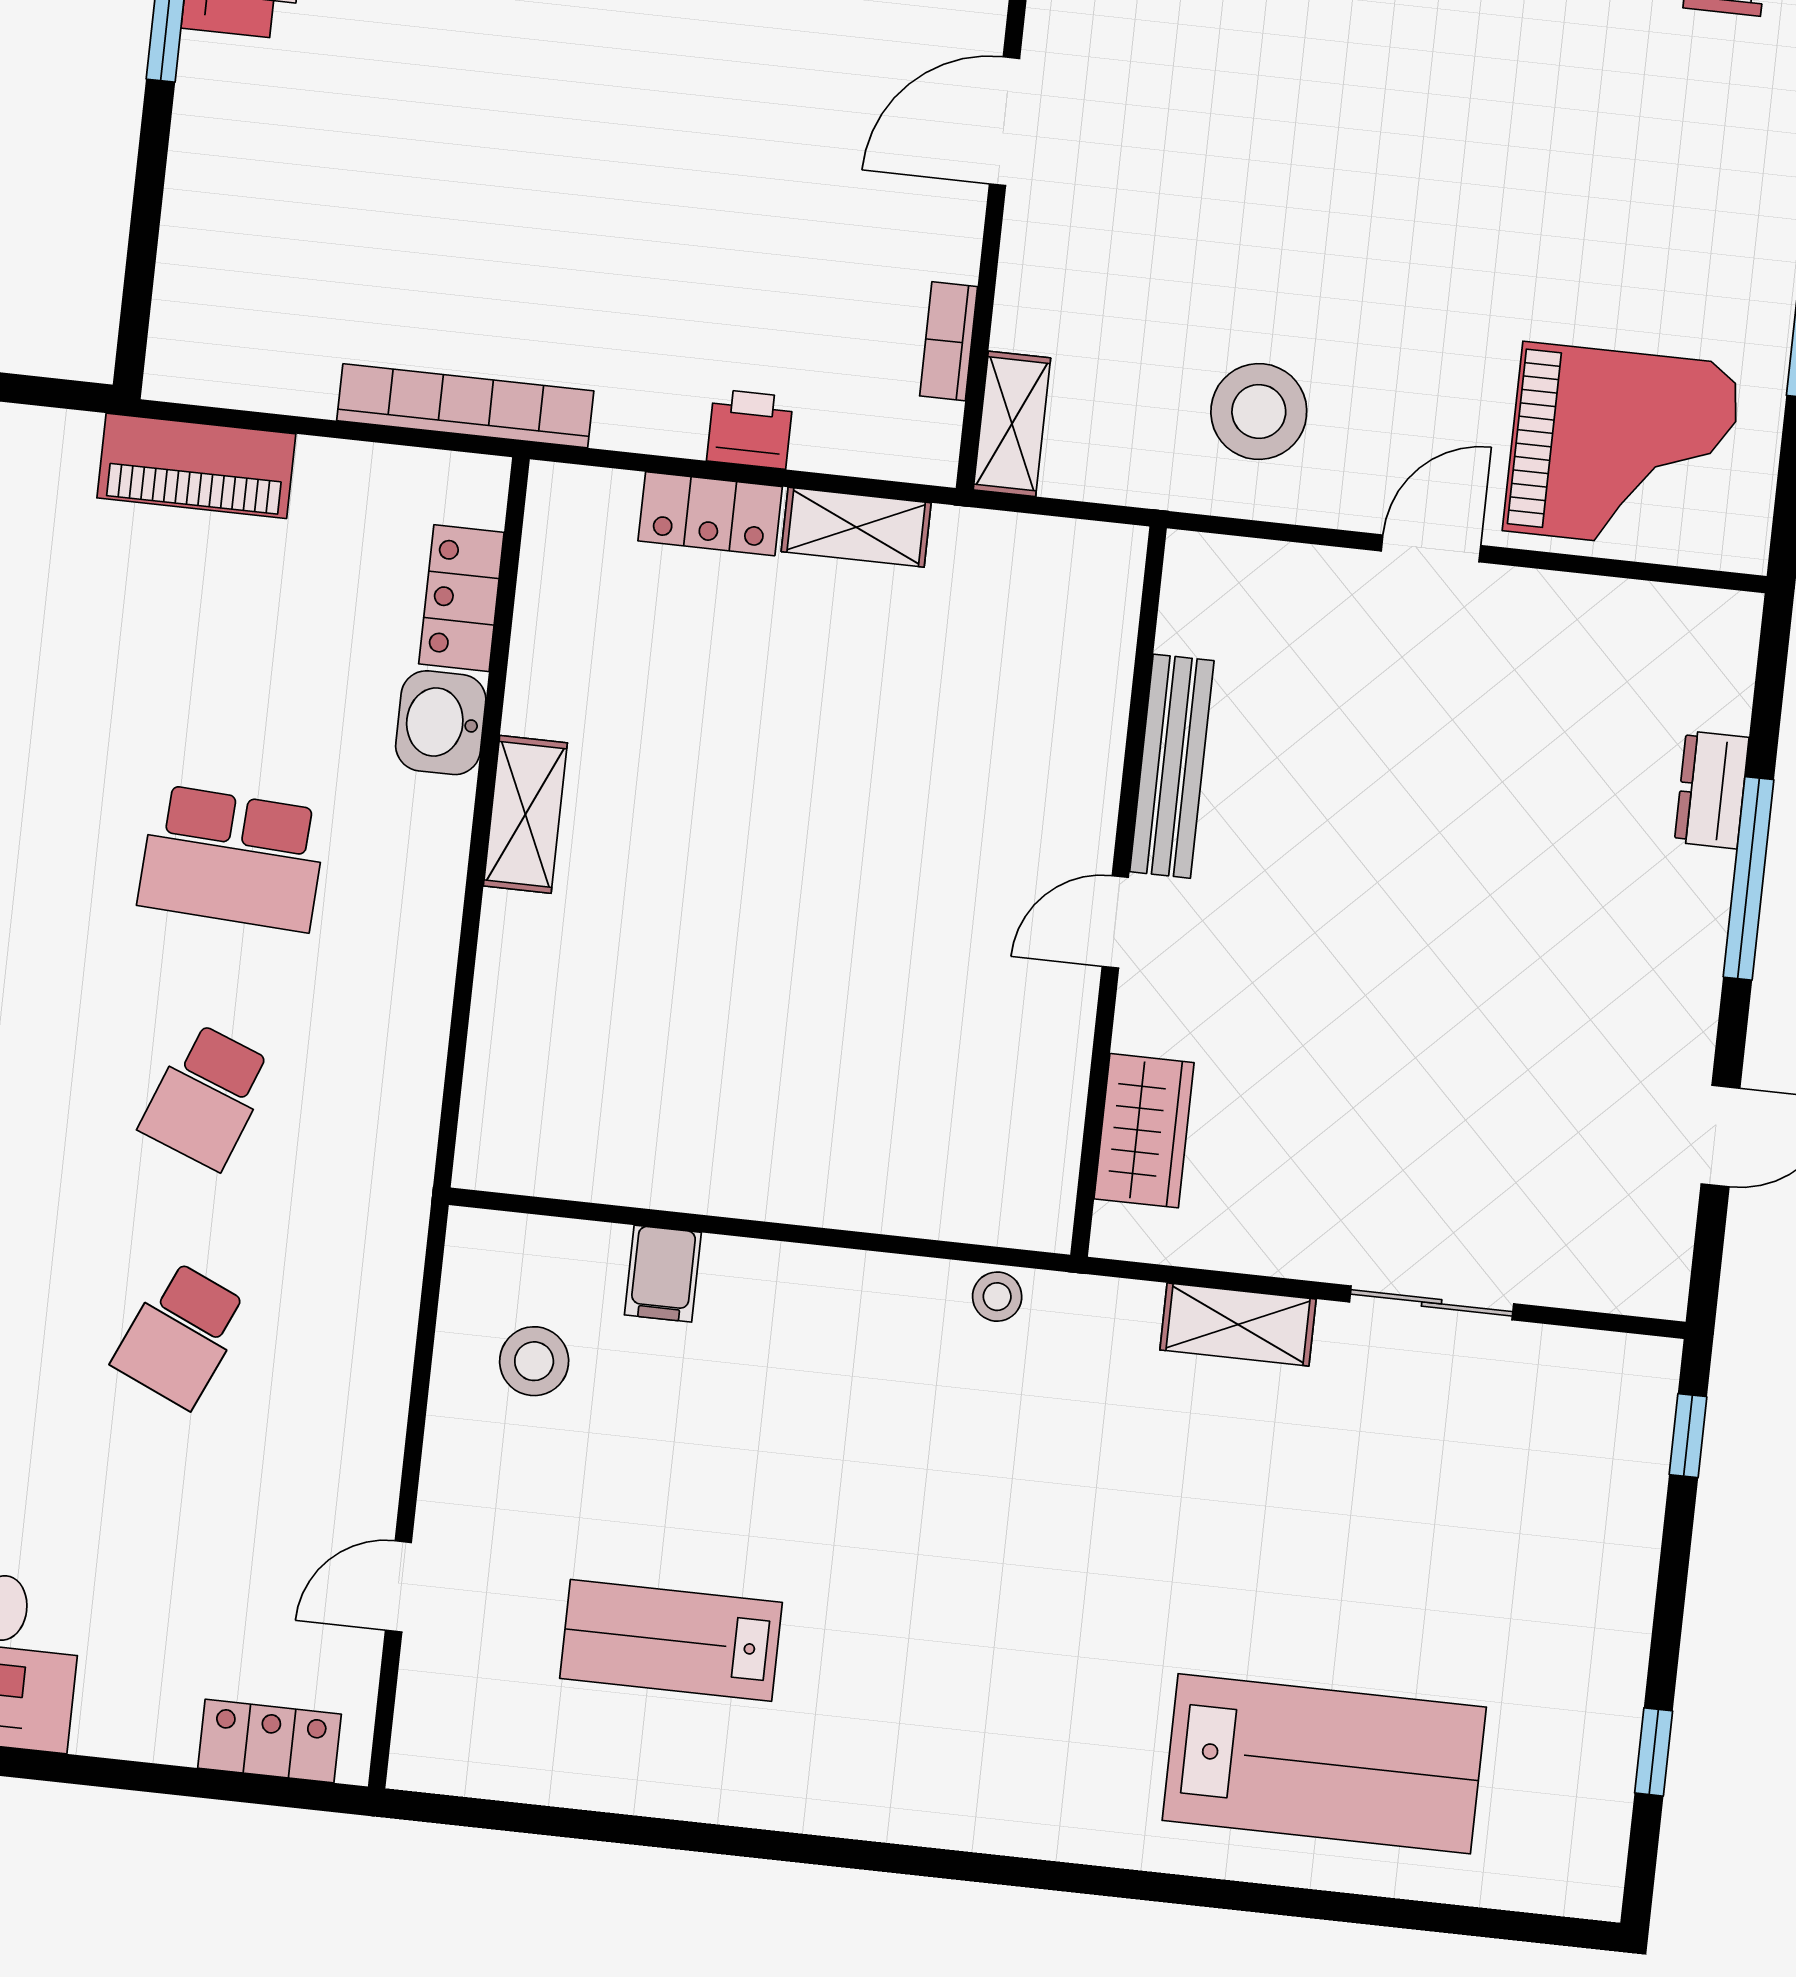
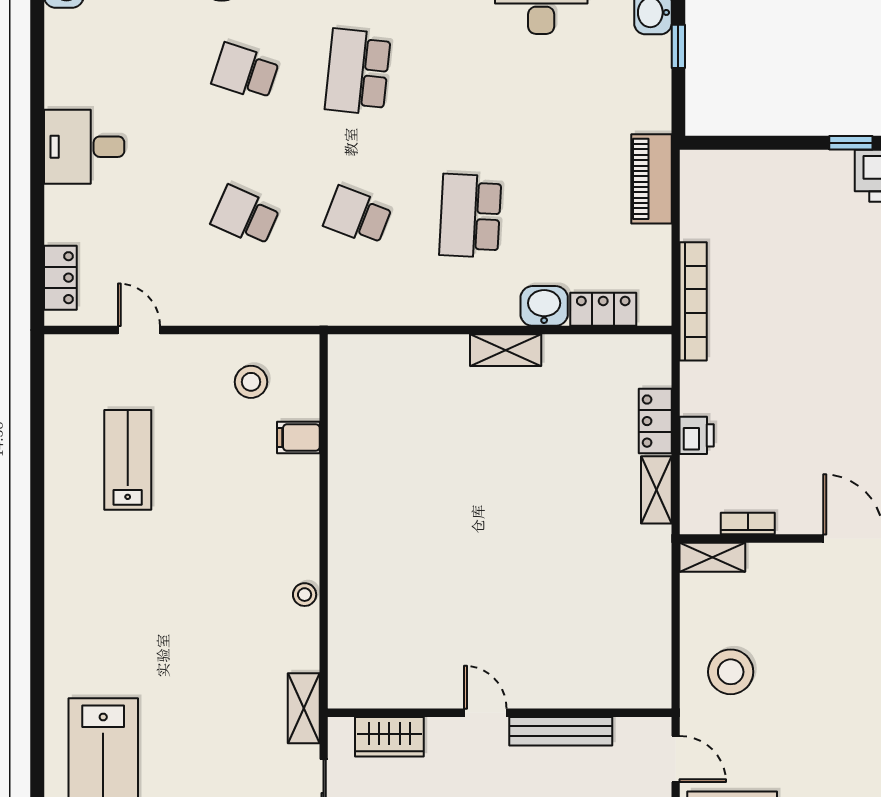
bench: (1172, 766) -> (561, 731), moved
wall: (1119, 892) -> (500, 713), moved
door: (1115, 922) -> (485, 713), moved
wardrobe: (1144, 1131) -> (389, 737), moved

